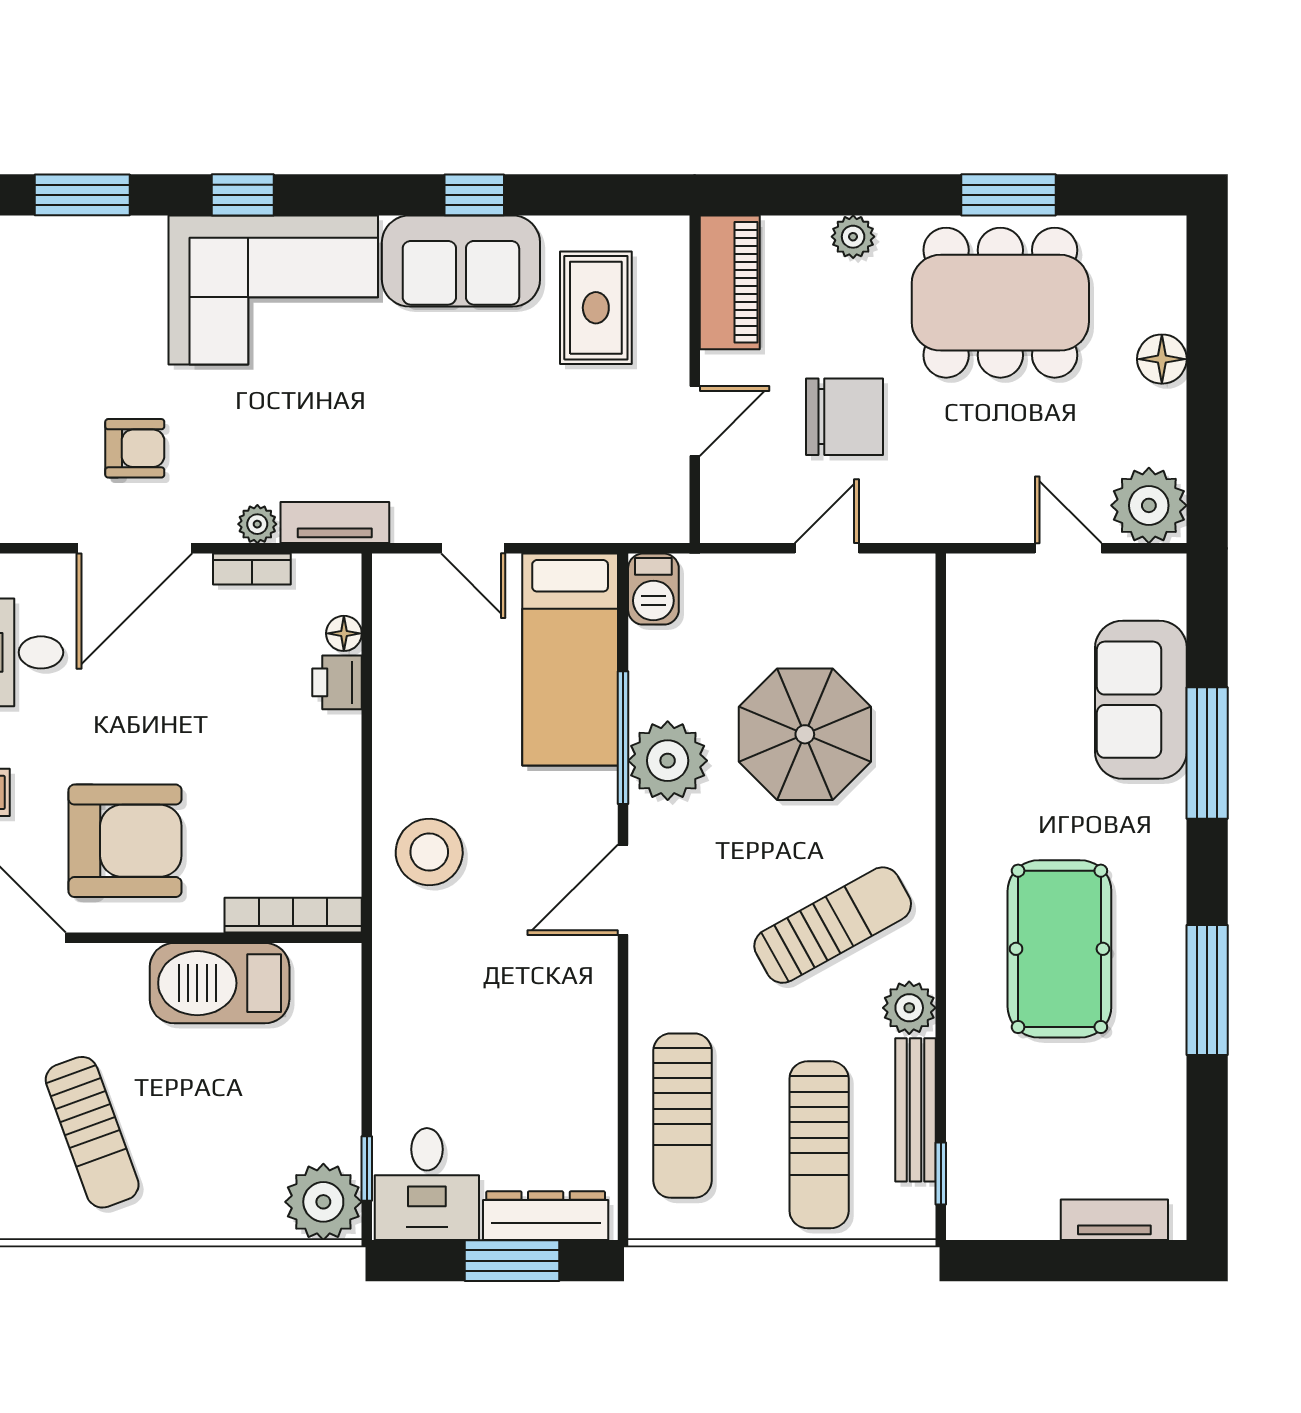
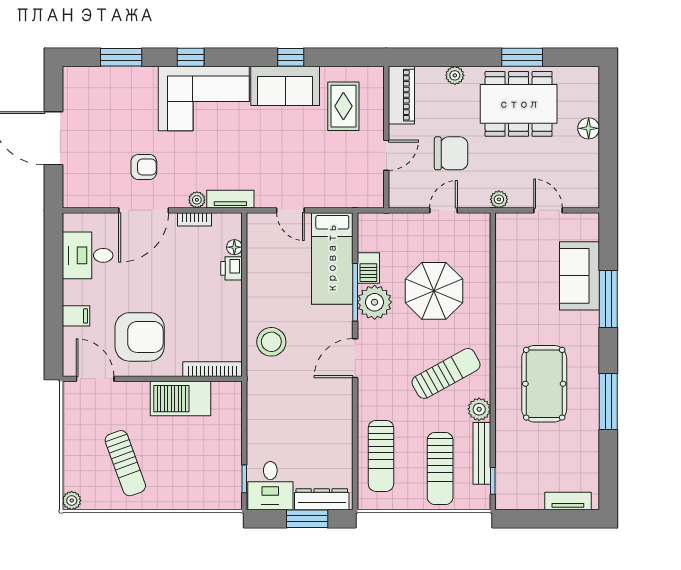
plant: (1149, 505) -> (499, 199), moved, width x0.53, depth x0.53
barbecue: (653, 589) -> (368, 268), moved
plant: (323, 1202) -> (225, 493), removed

